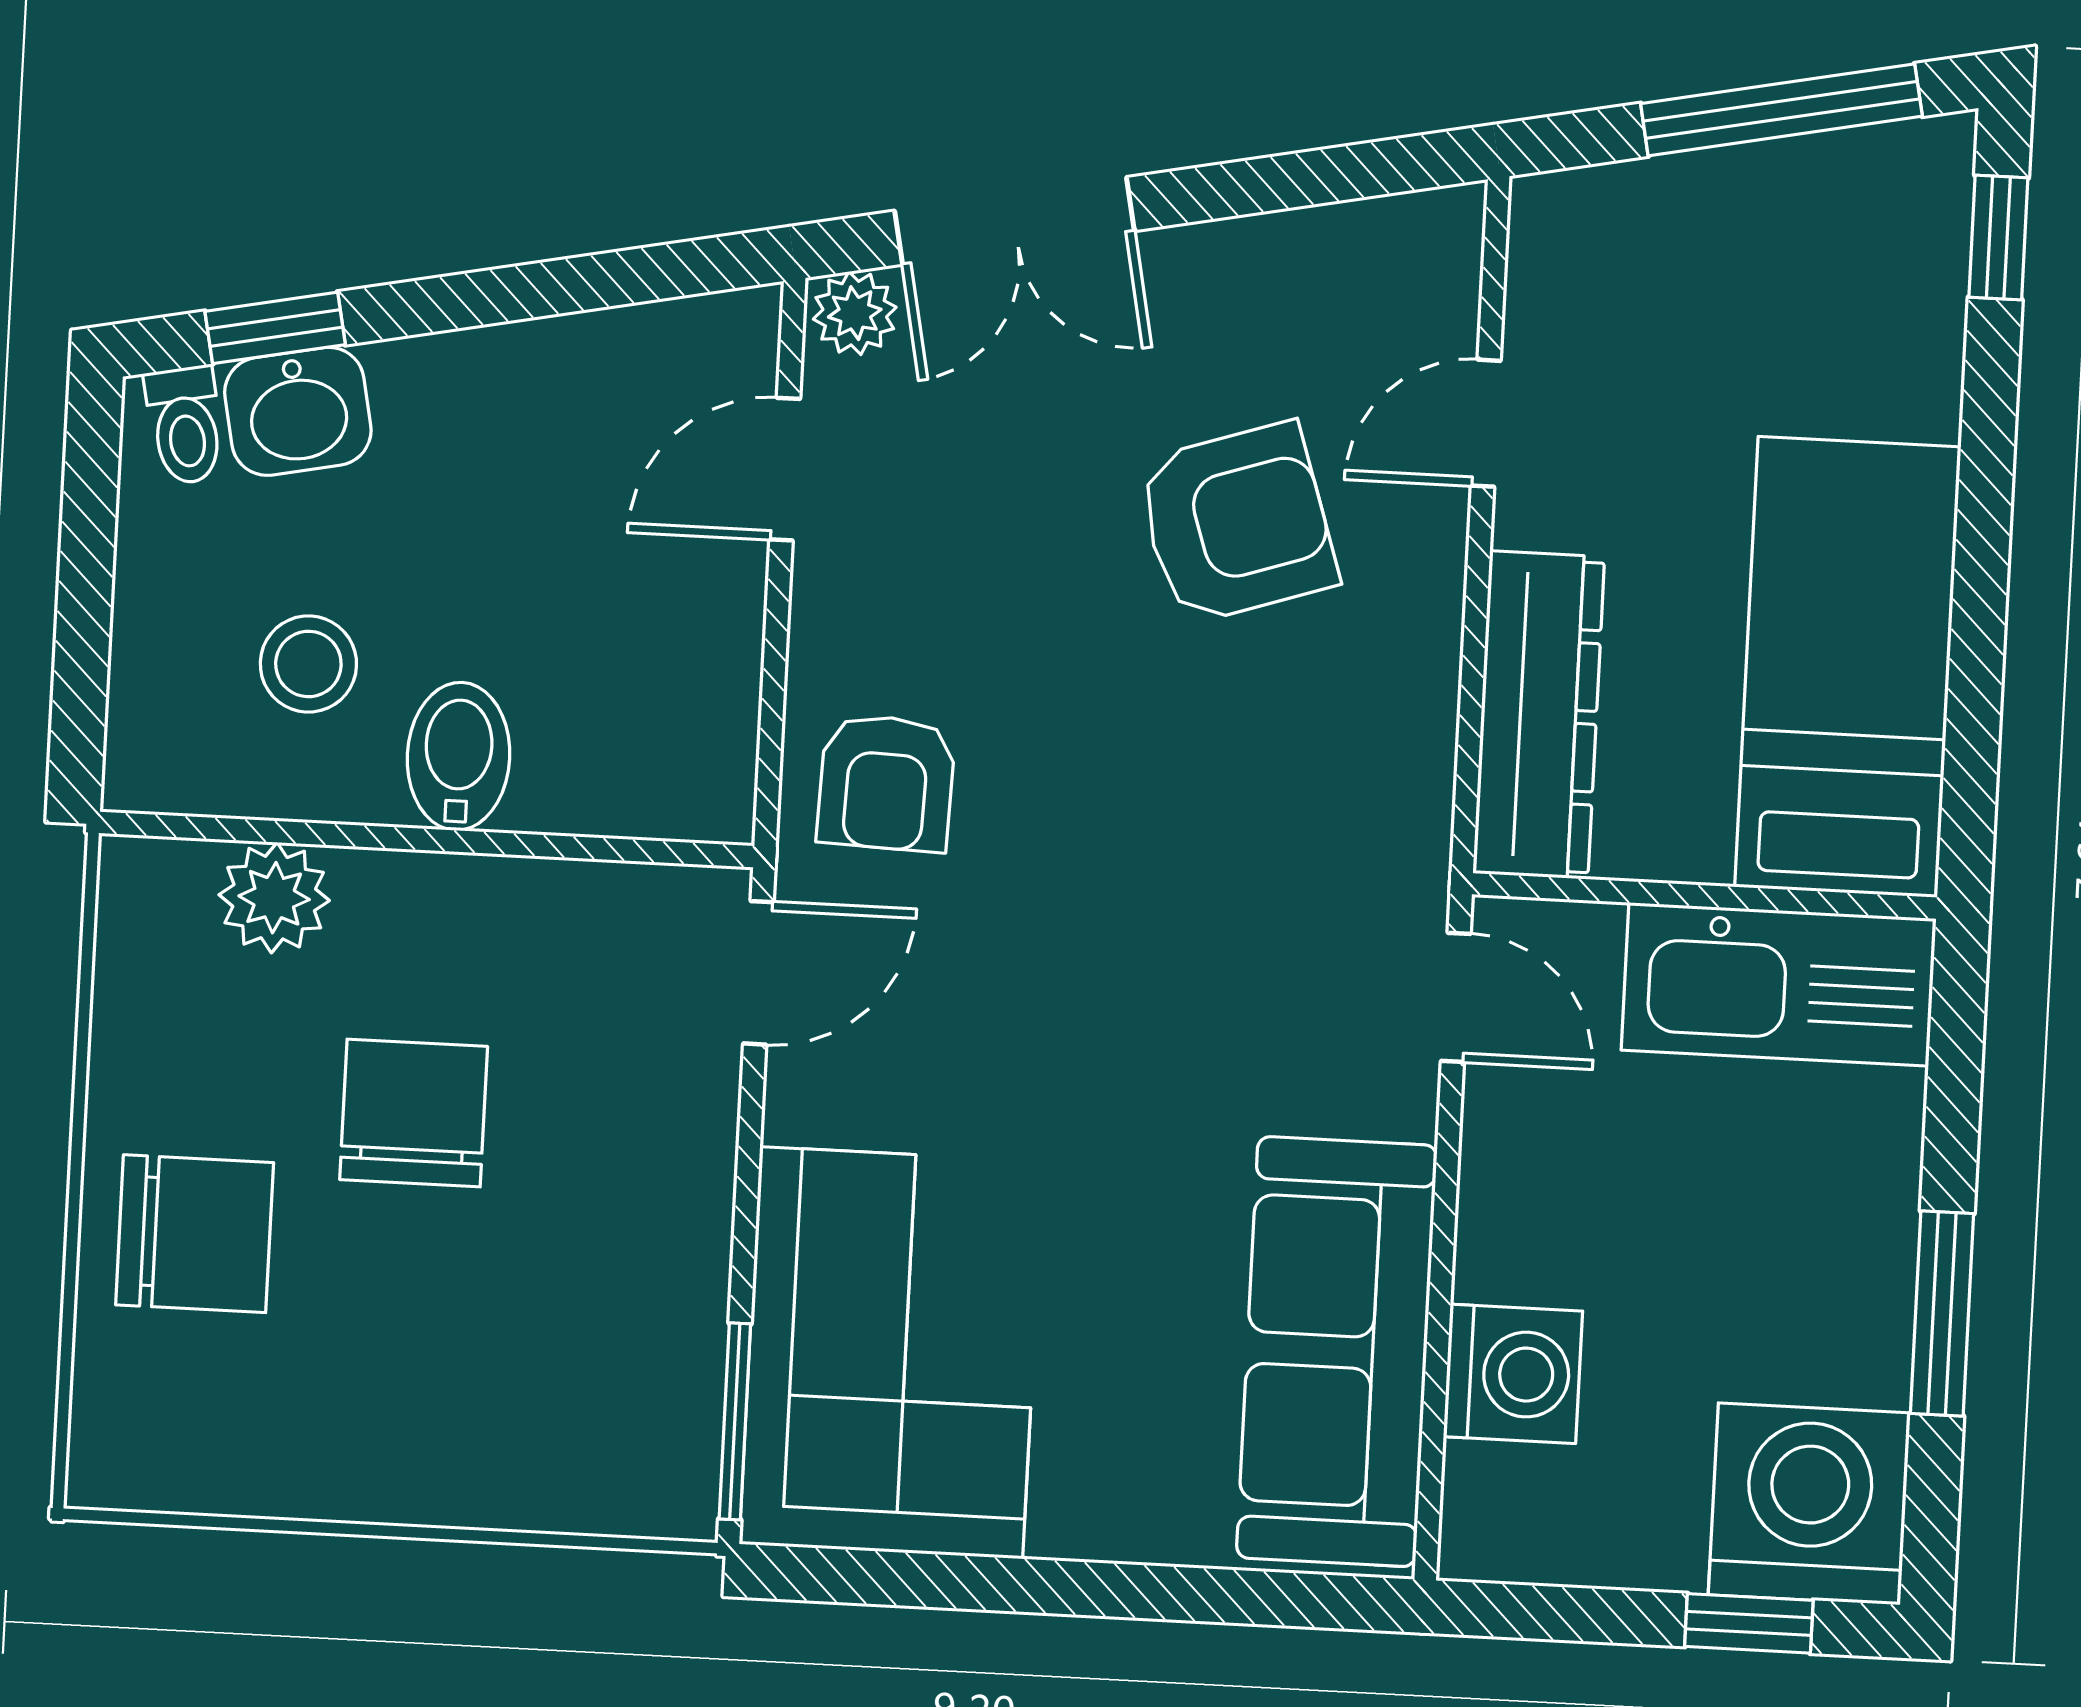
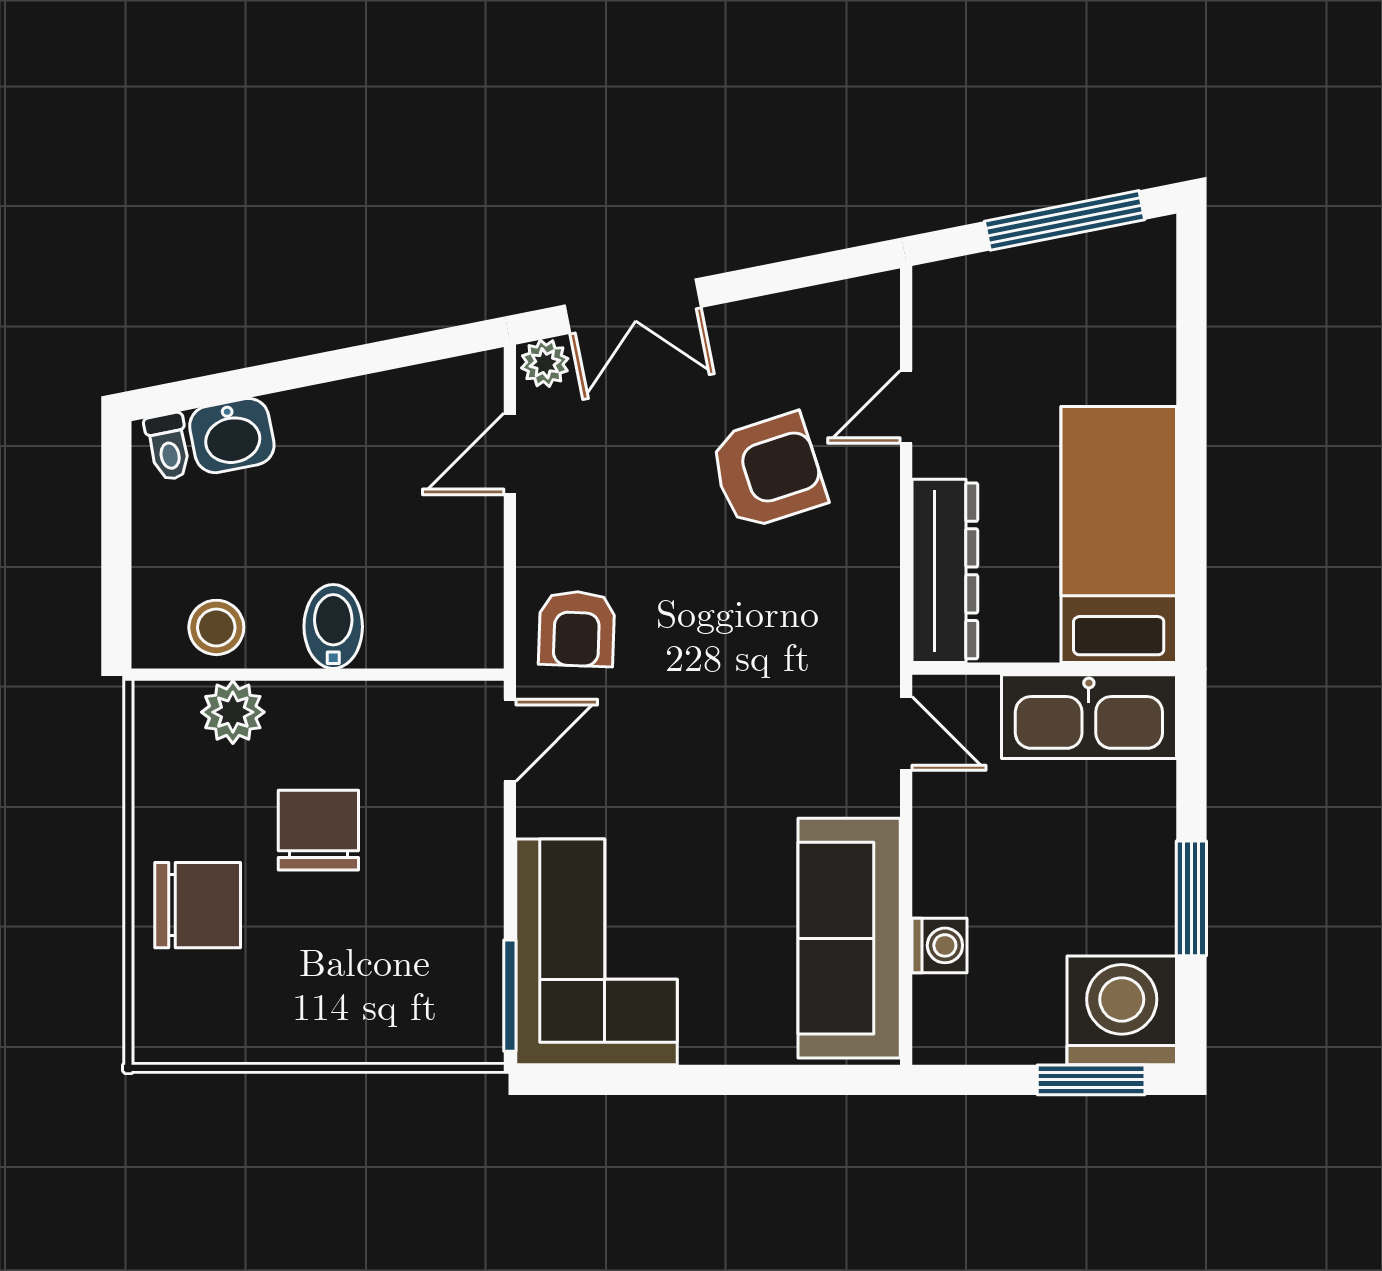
window: (1998, 237) -> (1191, 286), removed
window: (275, 328) -> (216, 389), removed
stool: (308, 664) -> (216, 627), moved
washing machine: (1513, 1374) -> (939, 945), width x0.73, depth x0.73
window: (1749, 1623) -> (1091, 1080), width x1.50

